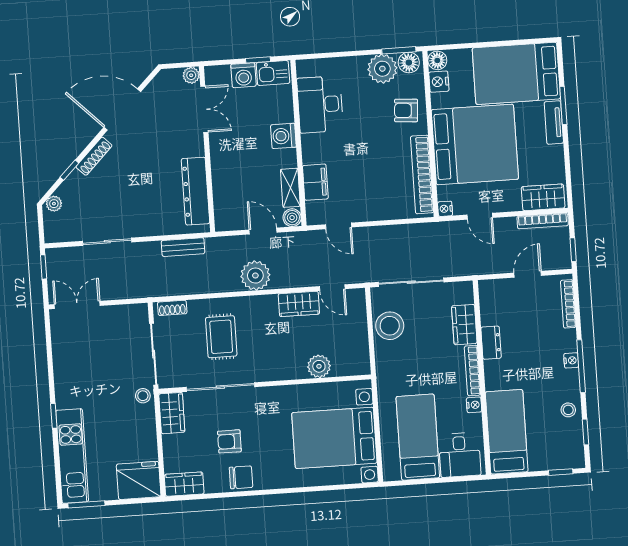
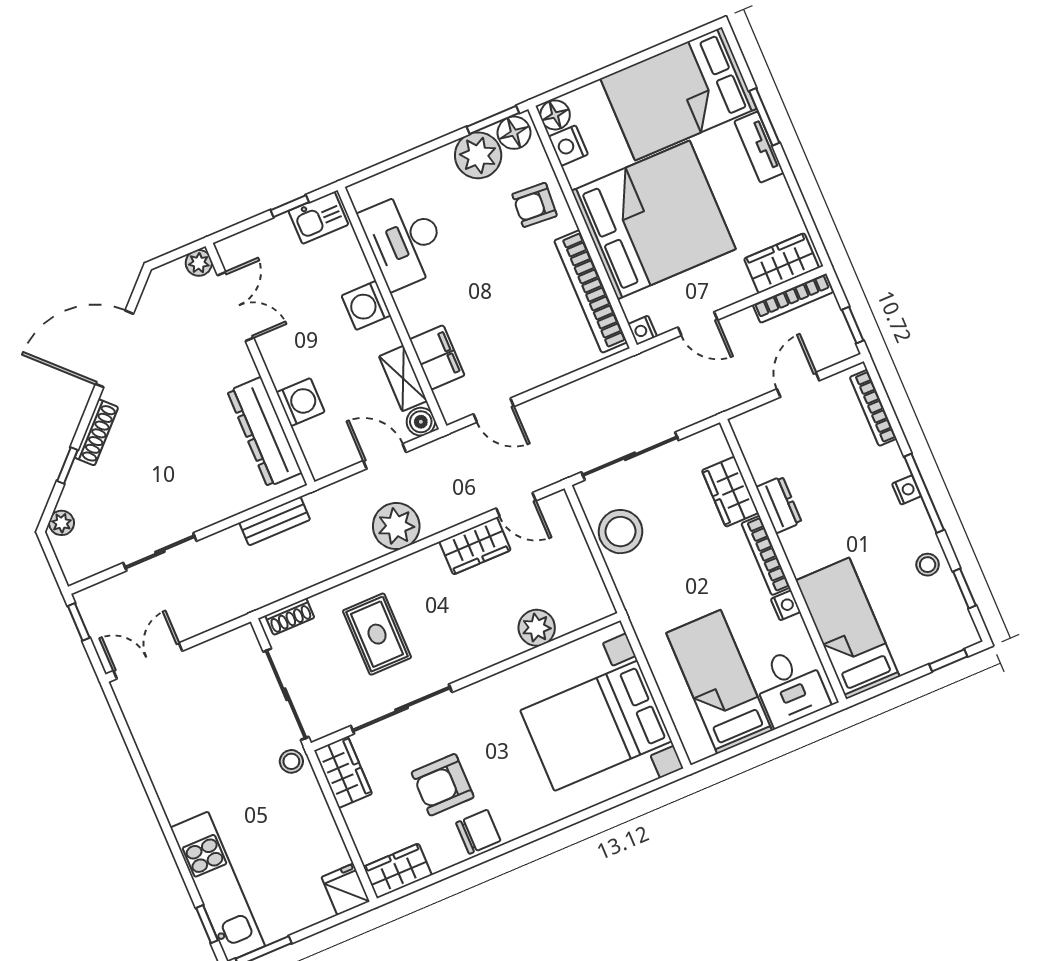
washing machine: (243, 75) -> (300, 402), moved, turned -90
window: (54, 416) -> (207, 924), moved
armchair: (229, 441) -> (443, 785), width x1.38, depth x1.38
fridge: (139, 480) -> (346, 889), width x0.53, depth x0.75

